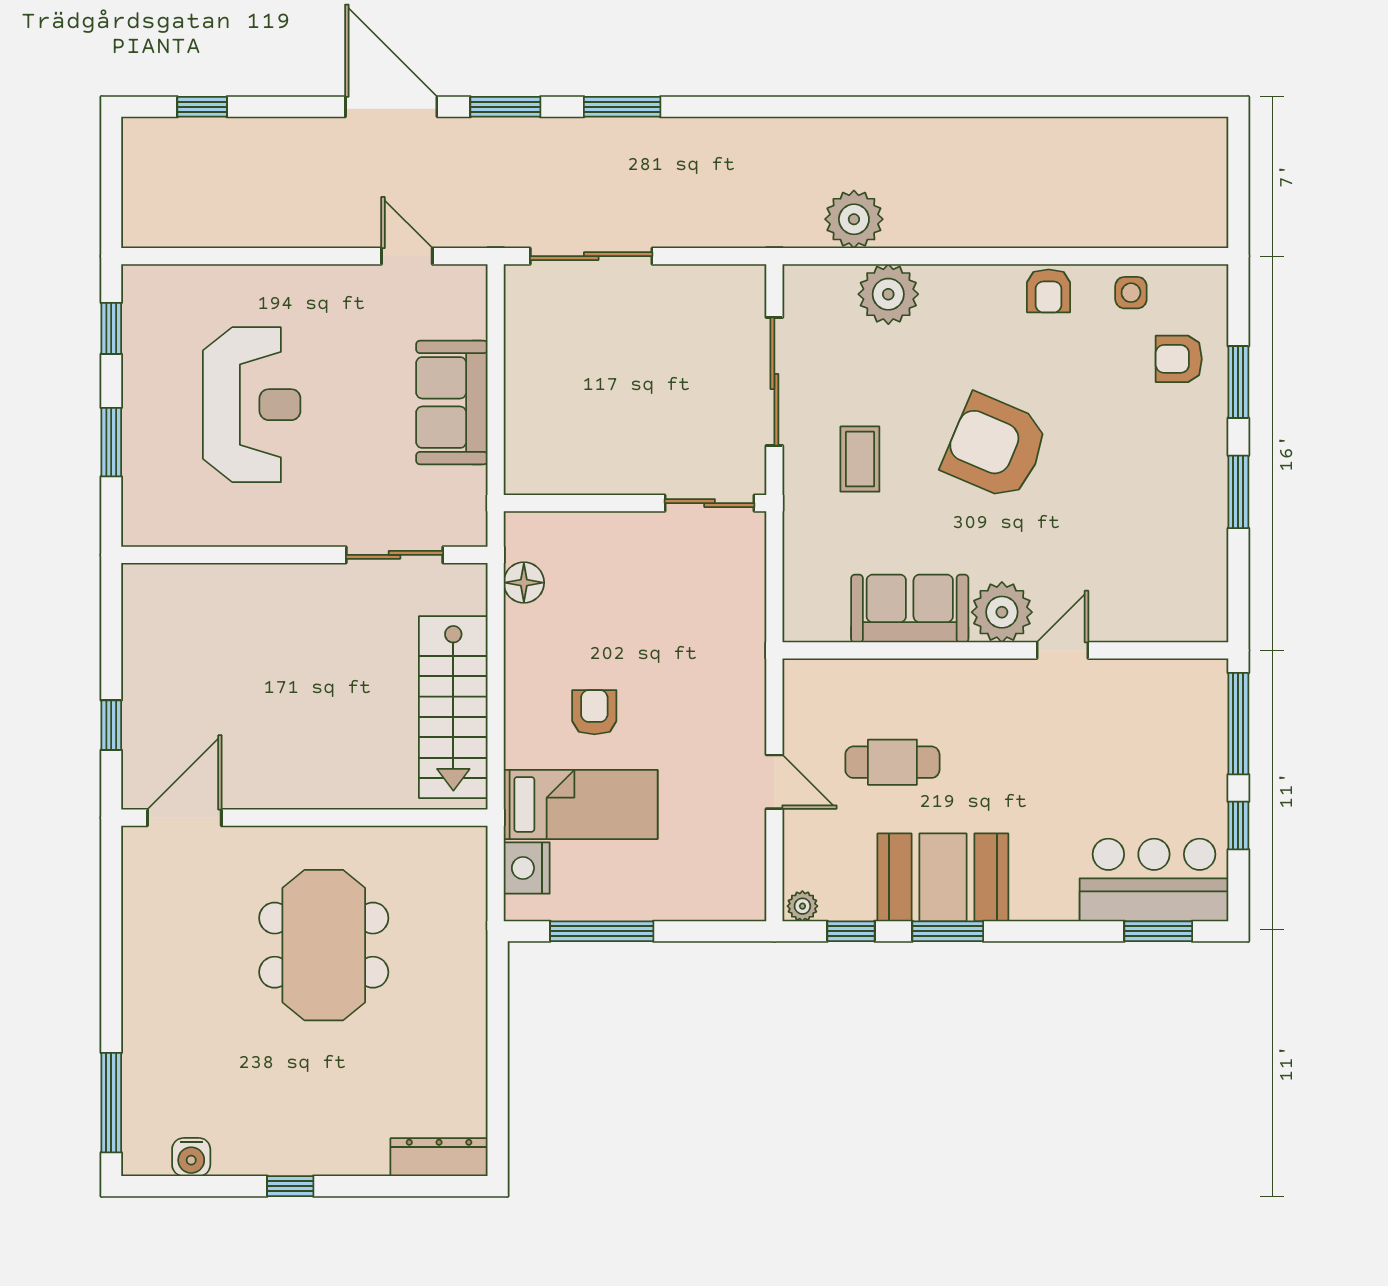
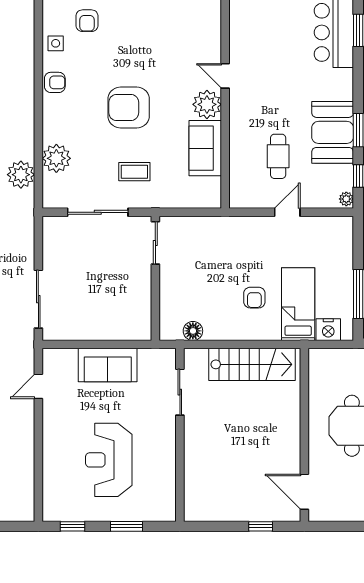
reception desk: (252, 405) -> (109, 460), turned -90
armchair: (996, 447) -> (129, 107), turned 67
armchair: (594, 712) -> (254, 298), turned -90

